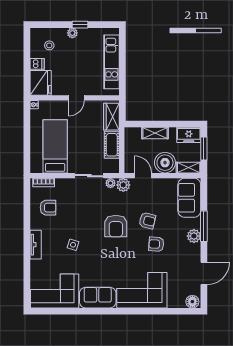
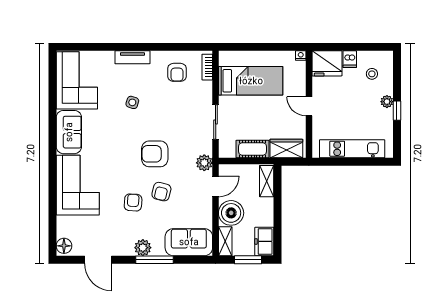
shelving: (155, 133) -> (267, 181), moved
plant: (110, 183) -> (206, 147), removed

